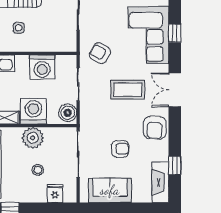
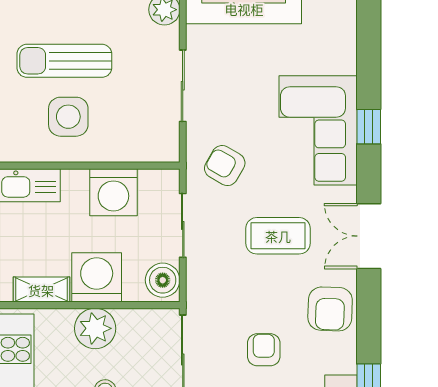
side table: (19, 28) -> (68, 117), width x1.87, depth x1.87
armchair: (120, 149) -> (264, 350), turned -90

